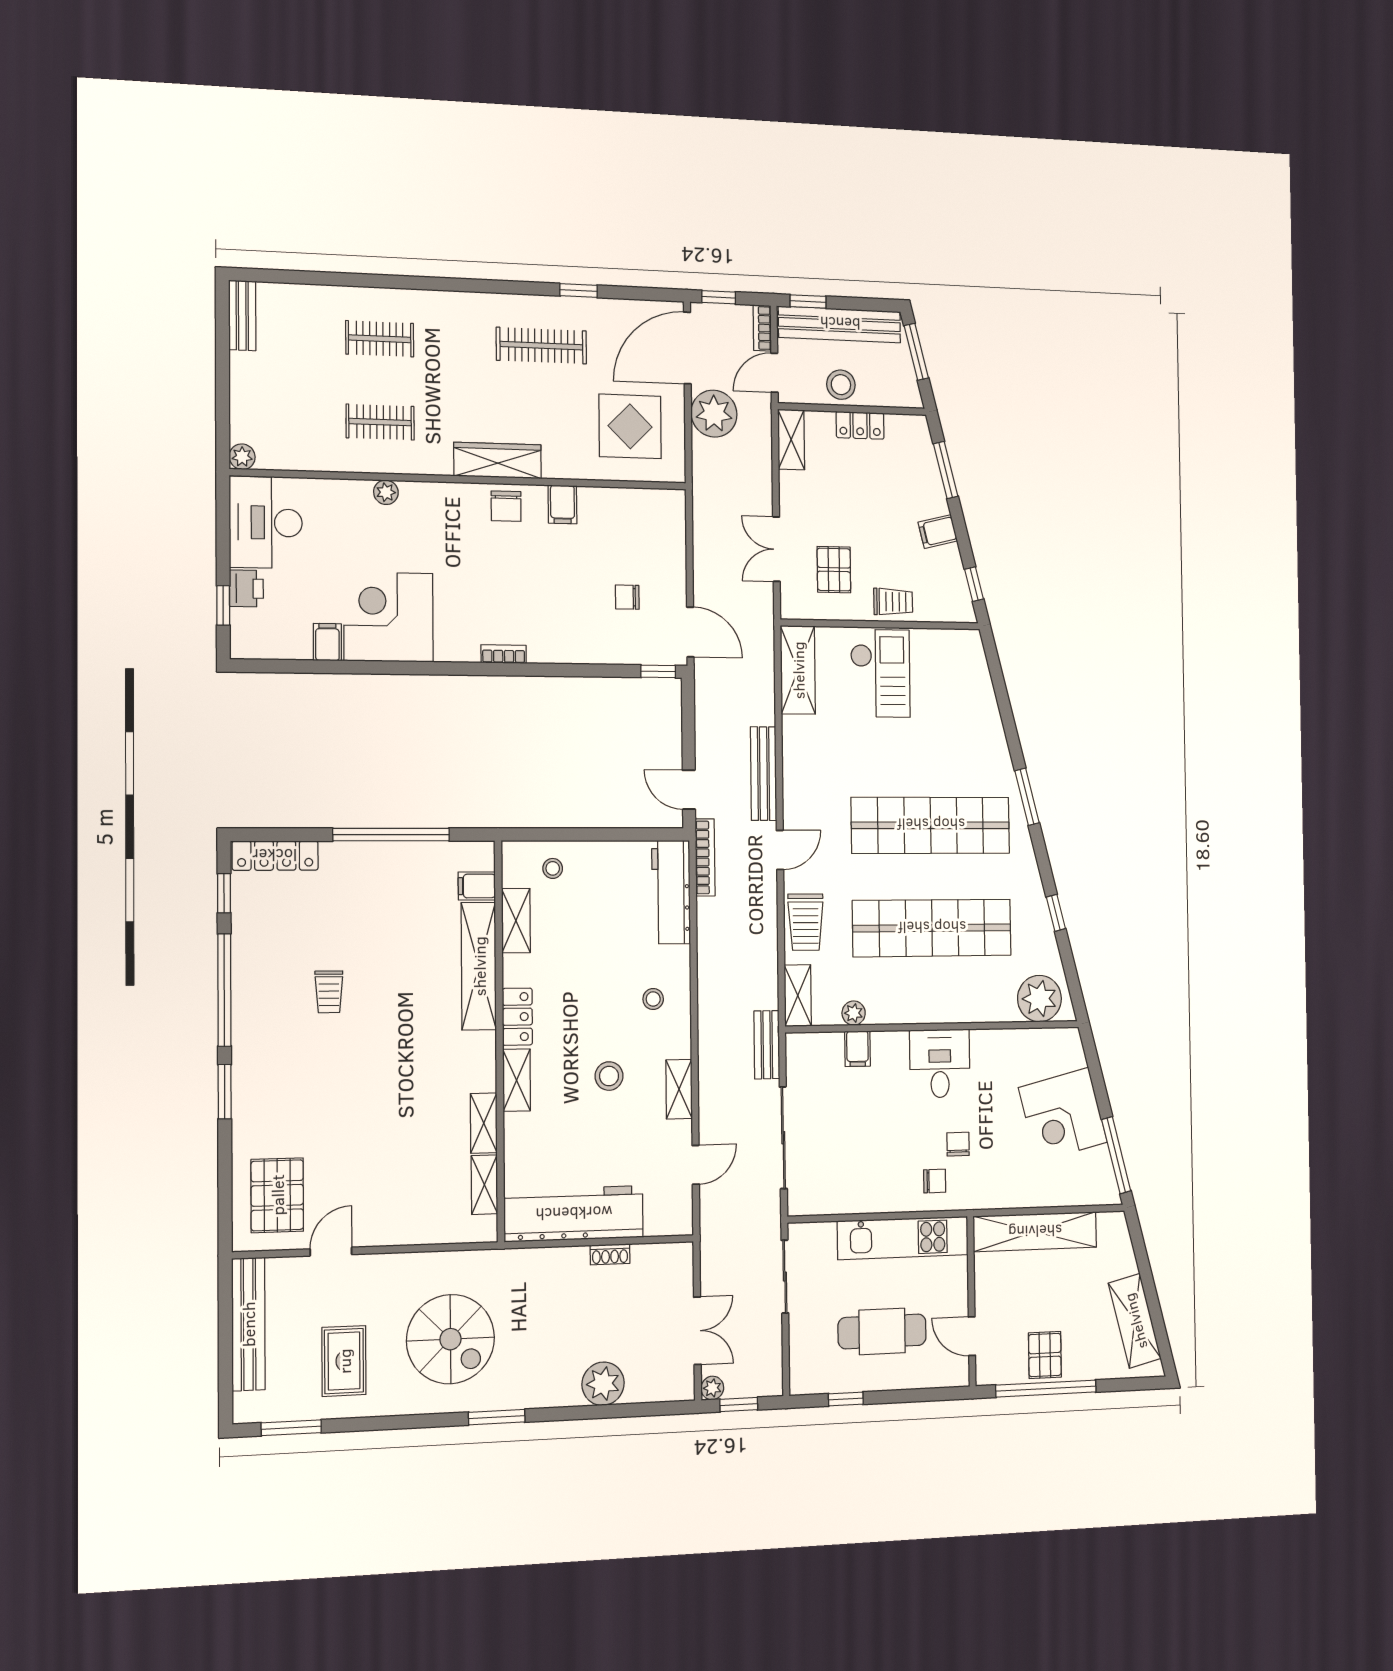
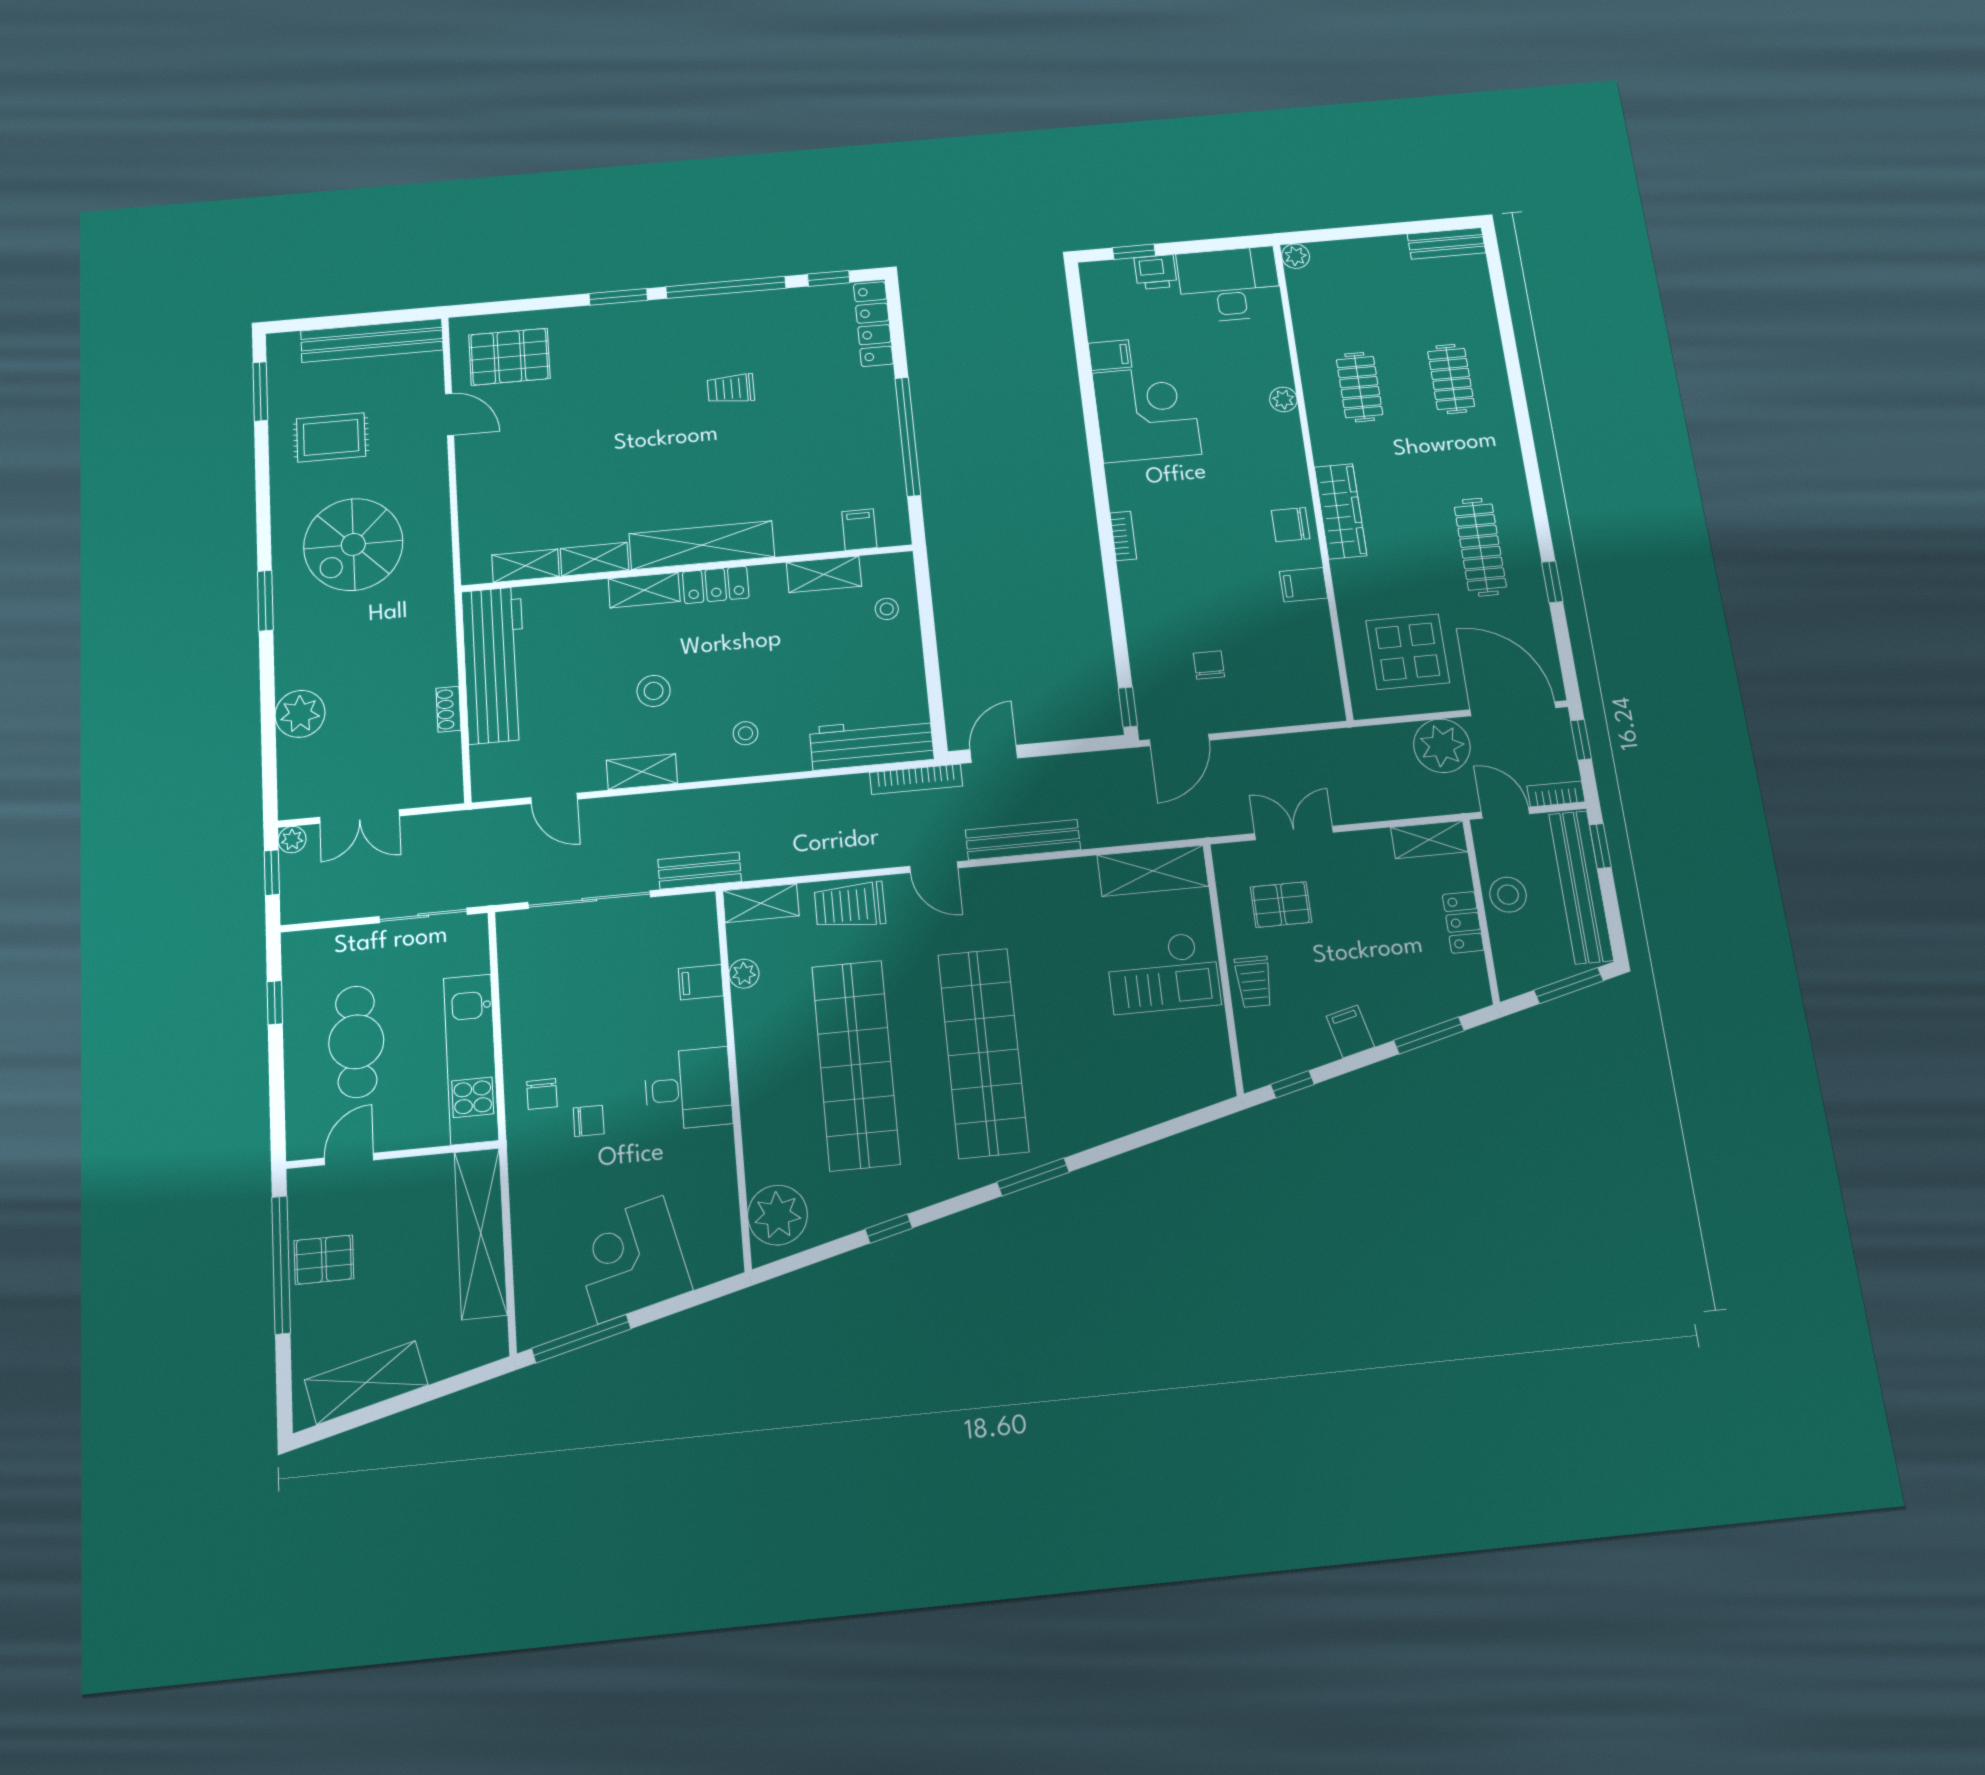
shelving: (479, 966) -> (702, 545), moved

